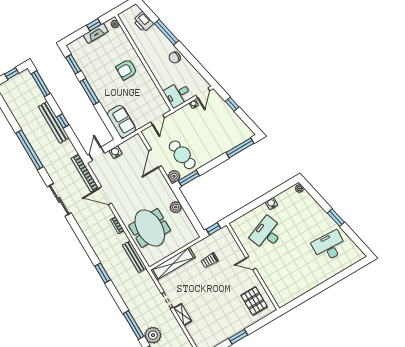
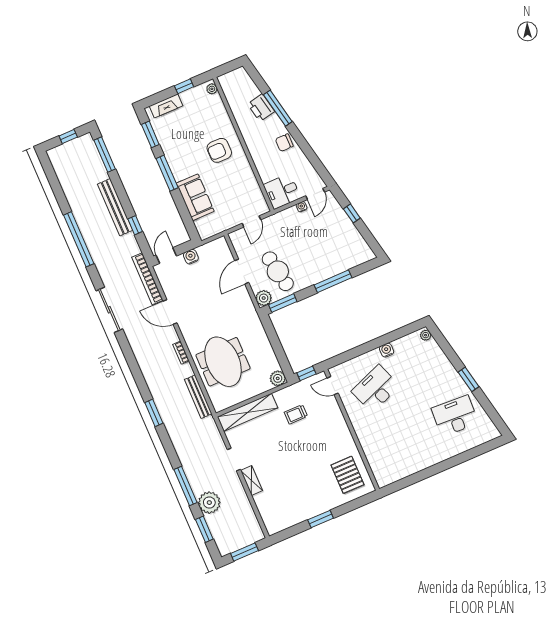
printer: (143, 22) -> (261, 108), moved
fireplace: (96, 33) -> (166, 106), moved
window: (63, 121) -> (135, 225), moved
sofa: (122, 122) -> (195, 197), moved
window: (240, 148) -> (333, 281), moved
plant: (176, 207) -> (278, 378), moved
door: (251, 263) -> (333, 386), moved

